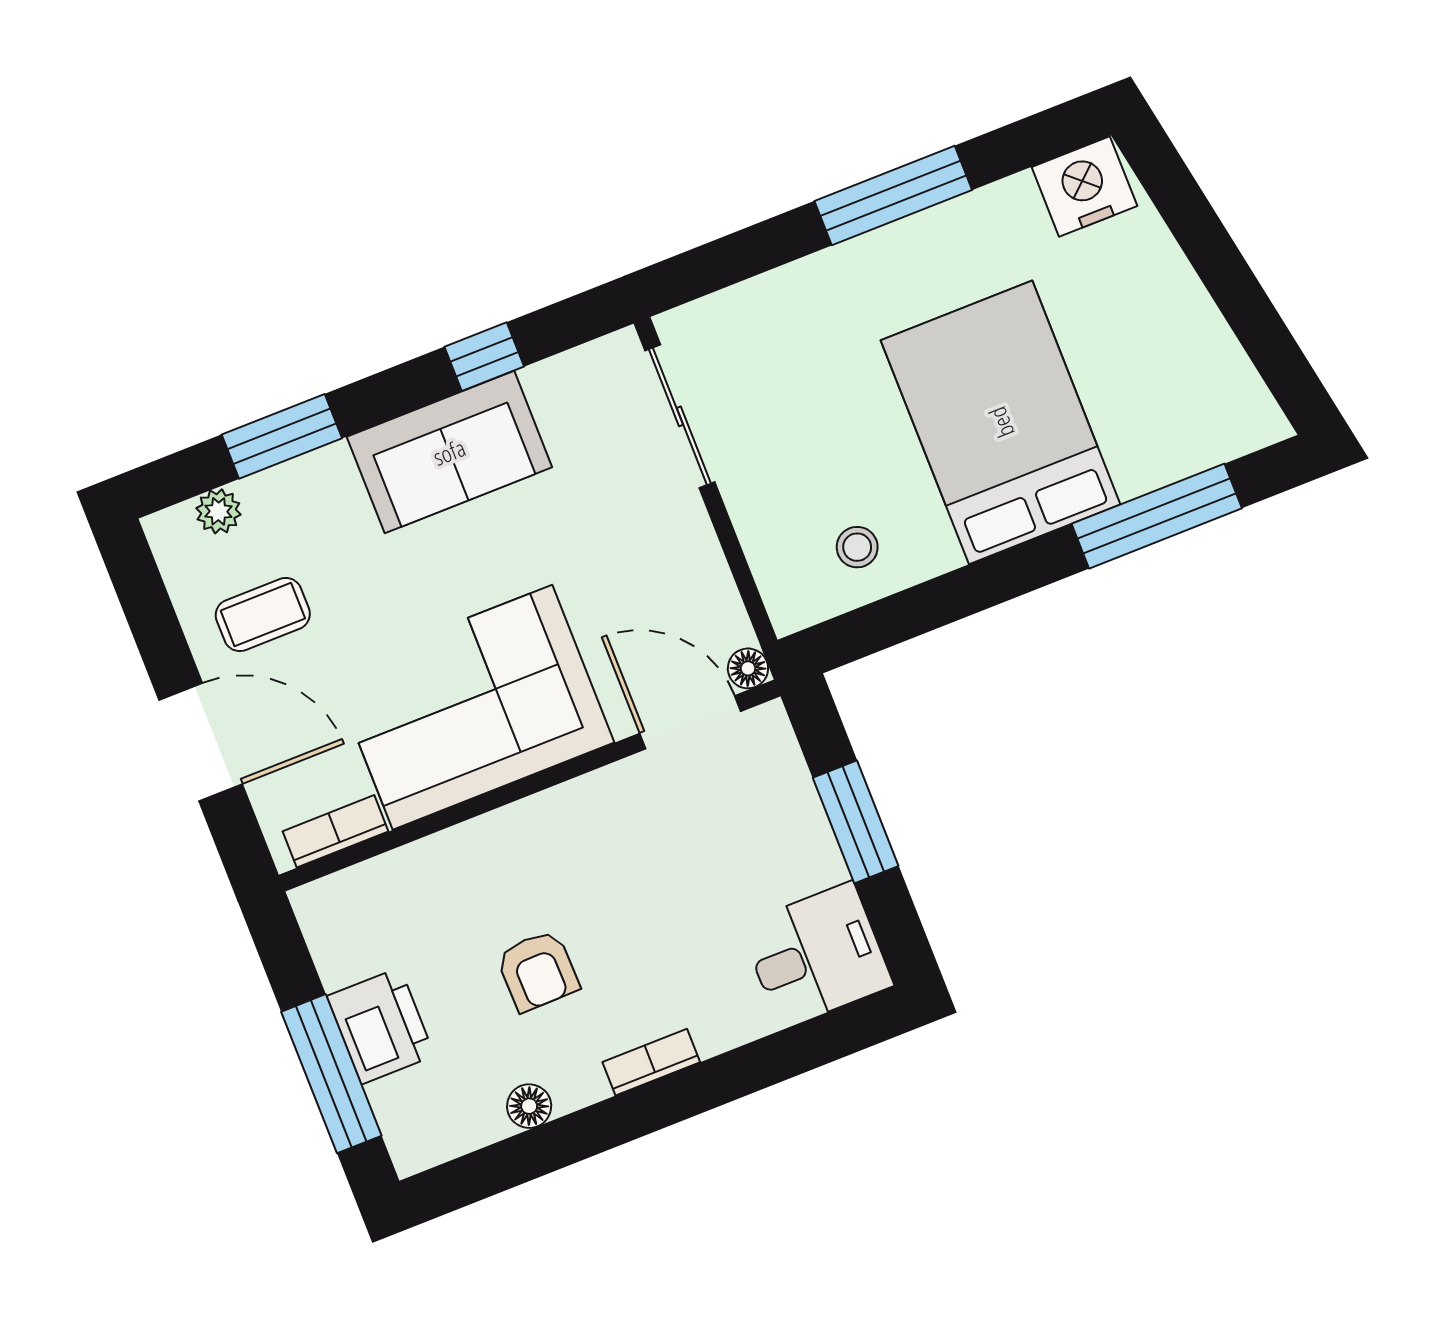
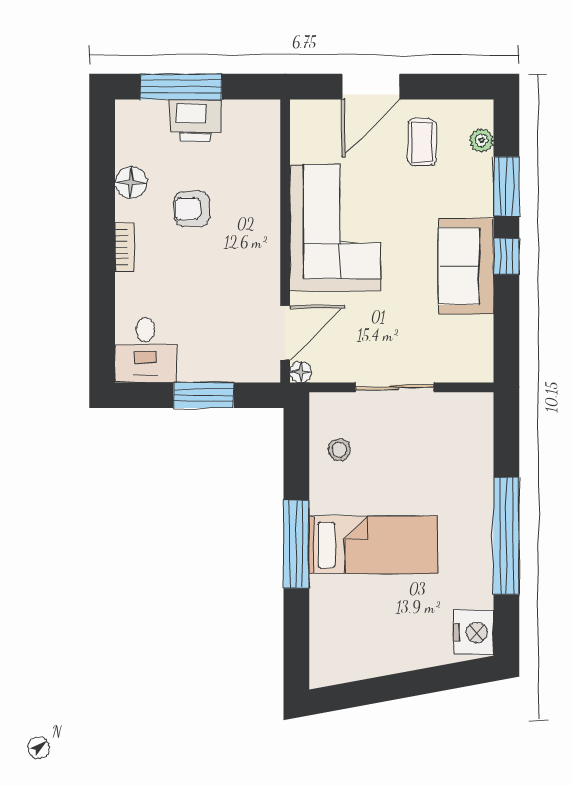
window: (893, 196) -> (506, 536), width x1.46
window: (484, 357) -> (506, 256), moved
sliding door: (680, 416) -> (395, 387), moved
bed: (1001, 422) -> (373, 545), width x0.67
window: (1157, 516) -> (296, 544), moved
bookcase: (335, 831) -> (300, 136), removed
floor lamp: (529, 1106) -> (131, 183), width x1.37, depth x1.37

